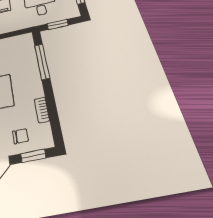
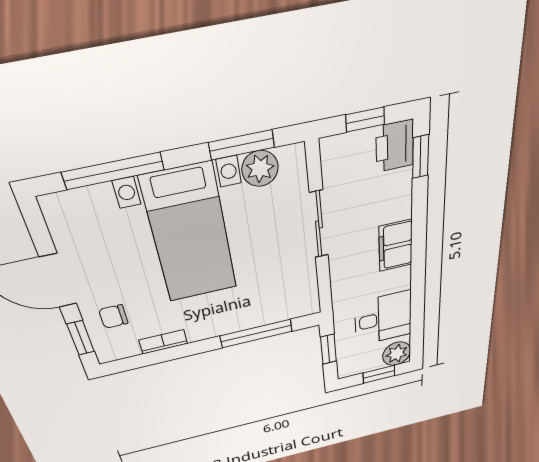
chair: (20, 136) -> (113, 316), turned 90

